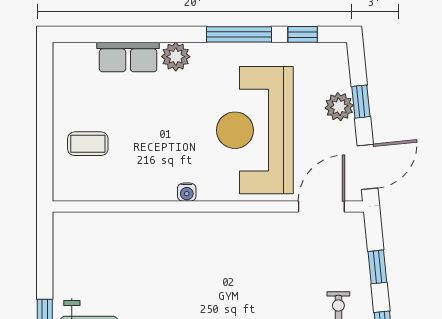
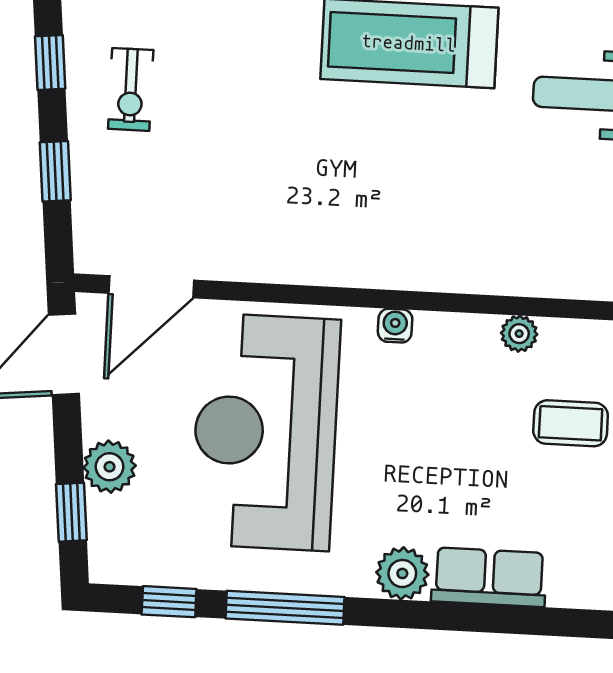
window: (361, 102) -> (71, 512), moved
reception desk: (255, 130) -> (265, 432), turned 180
plant: (119, 191) -> (519, 334), added

